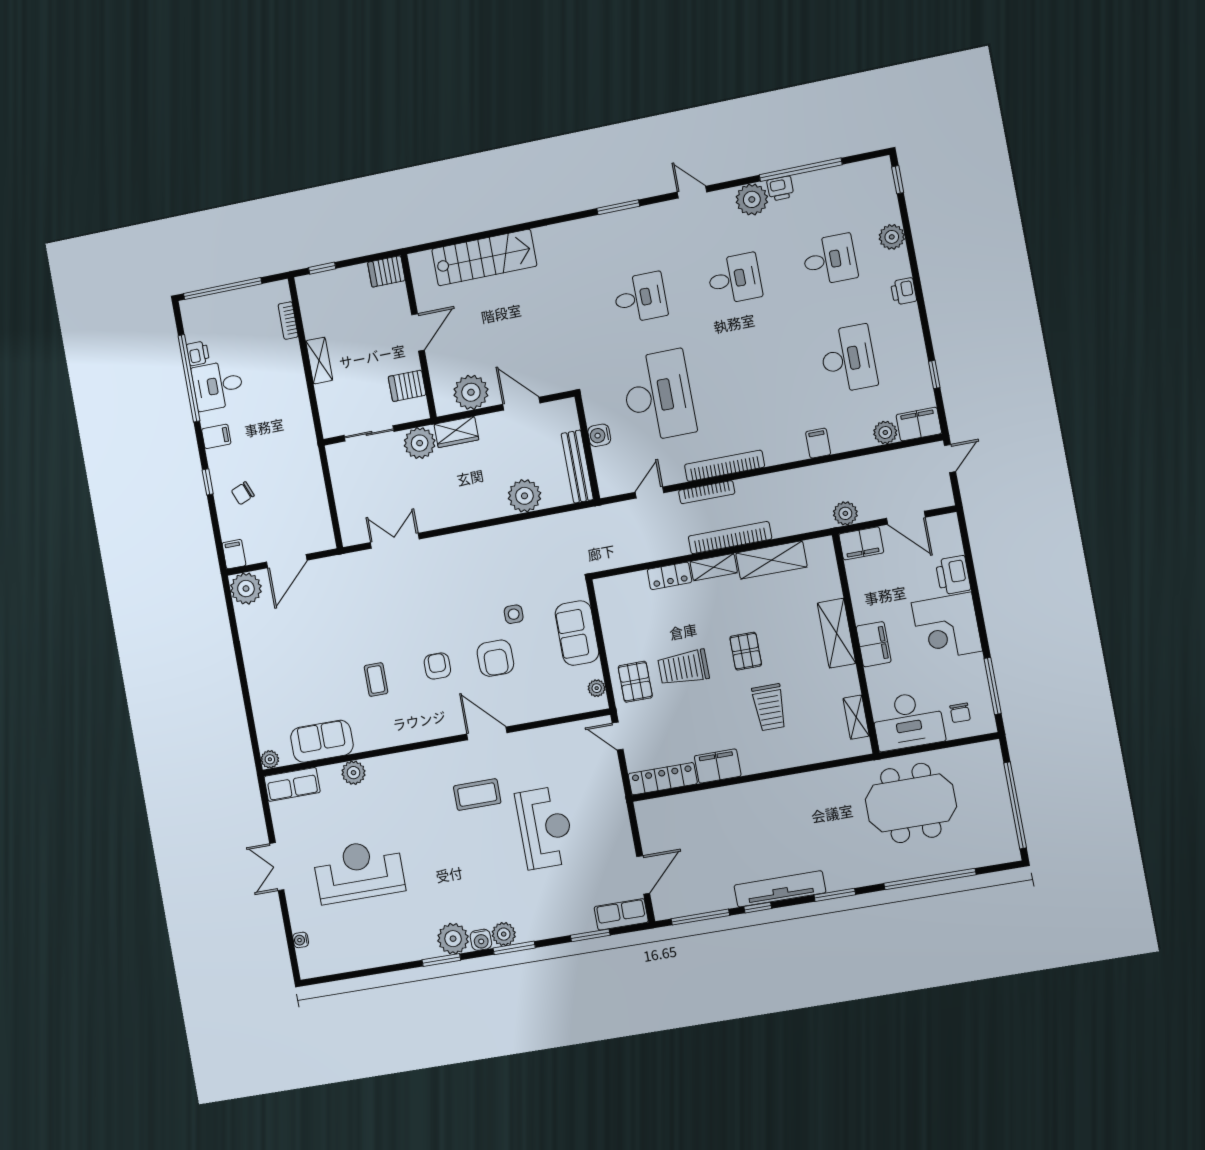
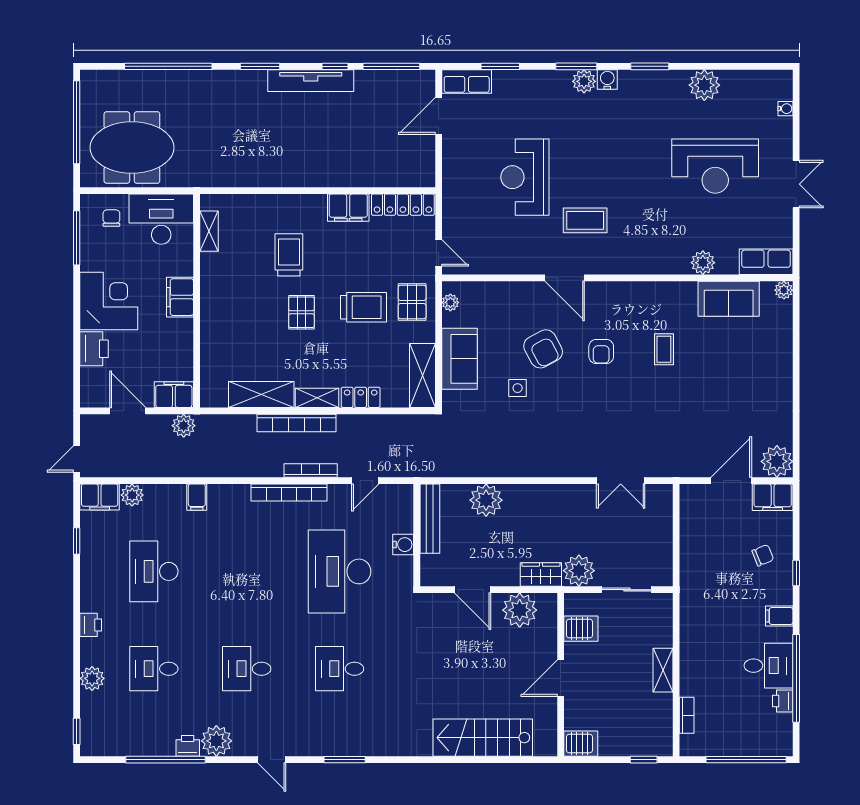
filing cabinet: (234, 554) -> (773, 497), width x2.00
shelving: (837, 633) -> (422, 375), moved
armchair: (495, 658) -> (543, 349), turned 152
meeting table: (911, 803) -> (132, 148), moved
plant: (453, 939) -> (704, 85), moved

